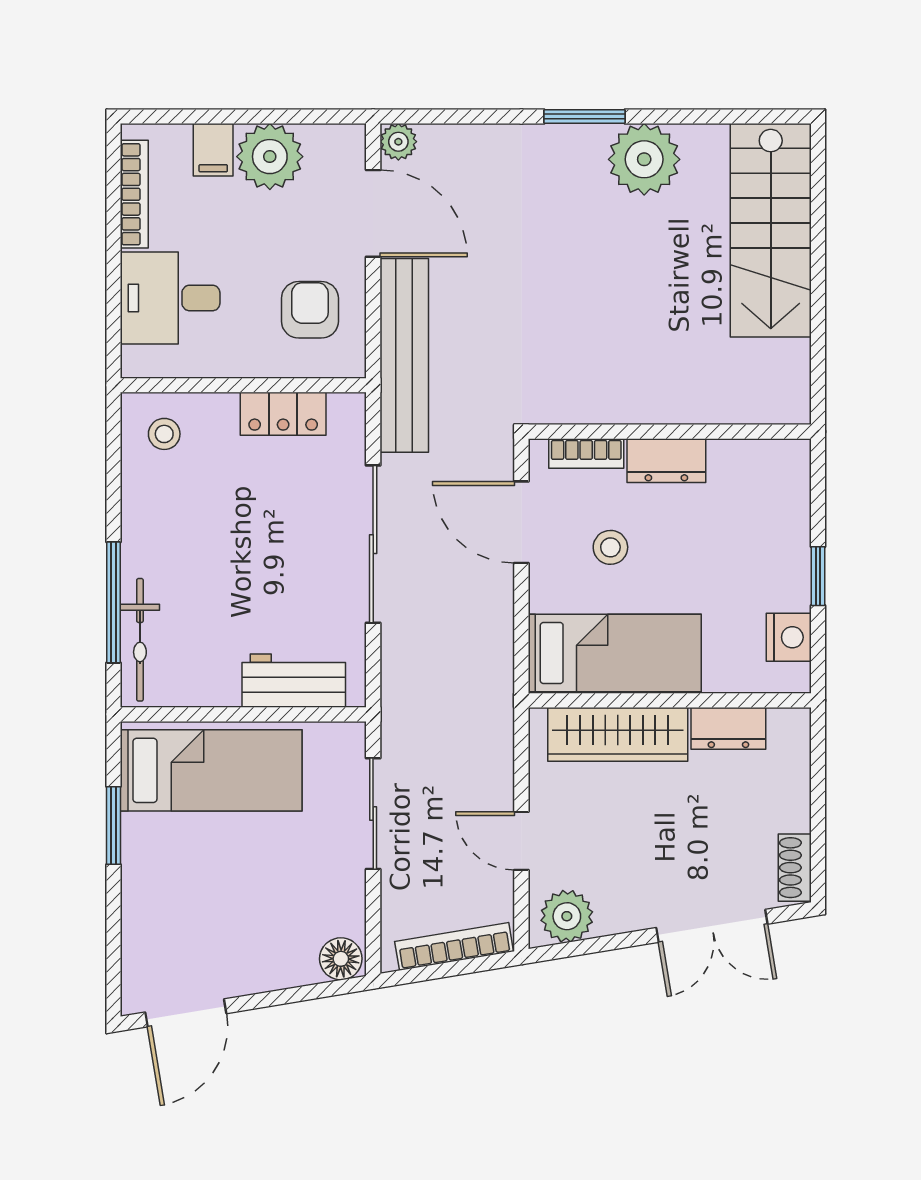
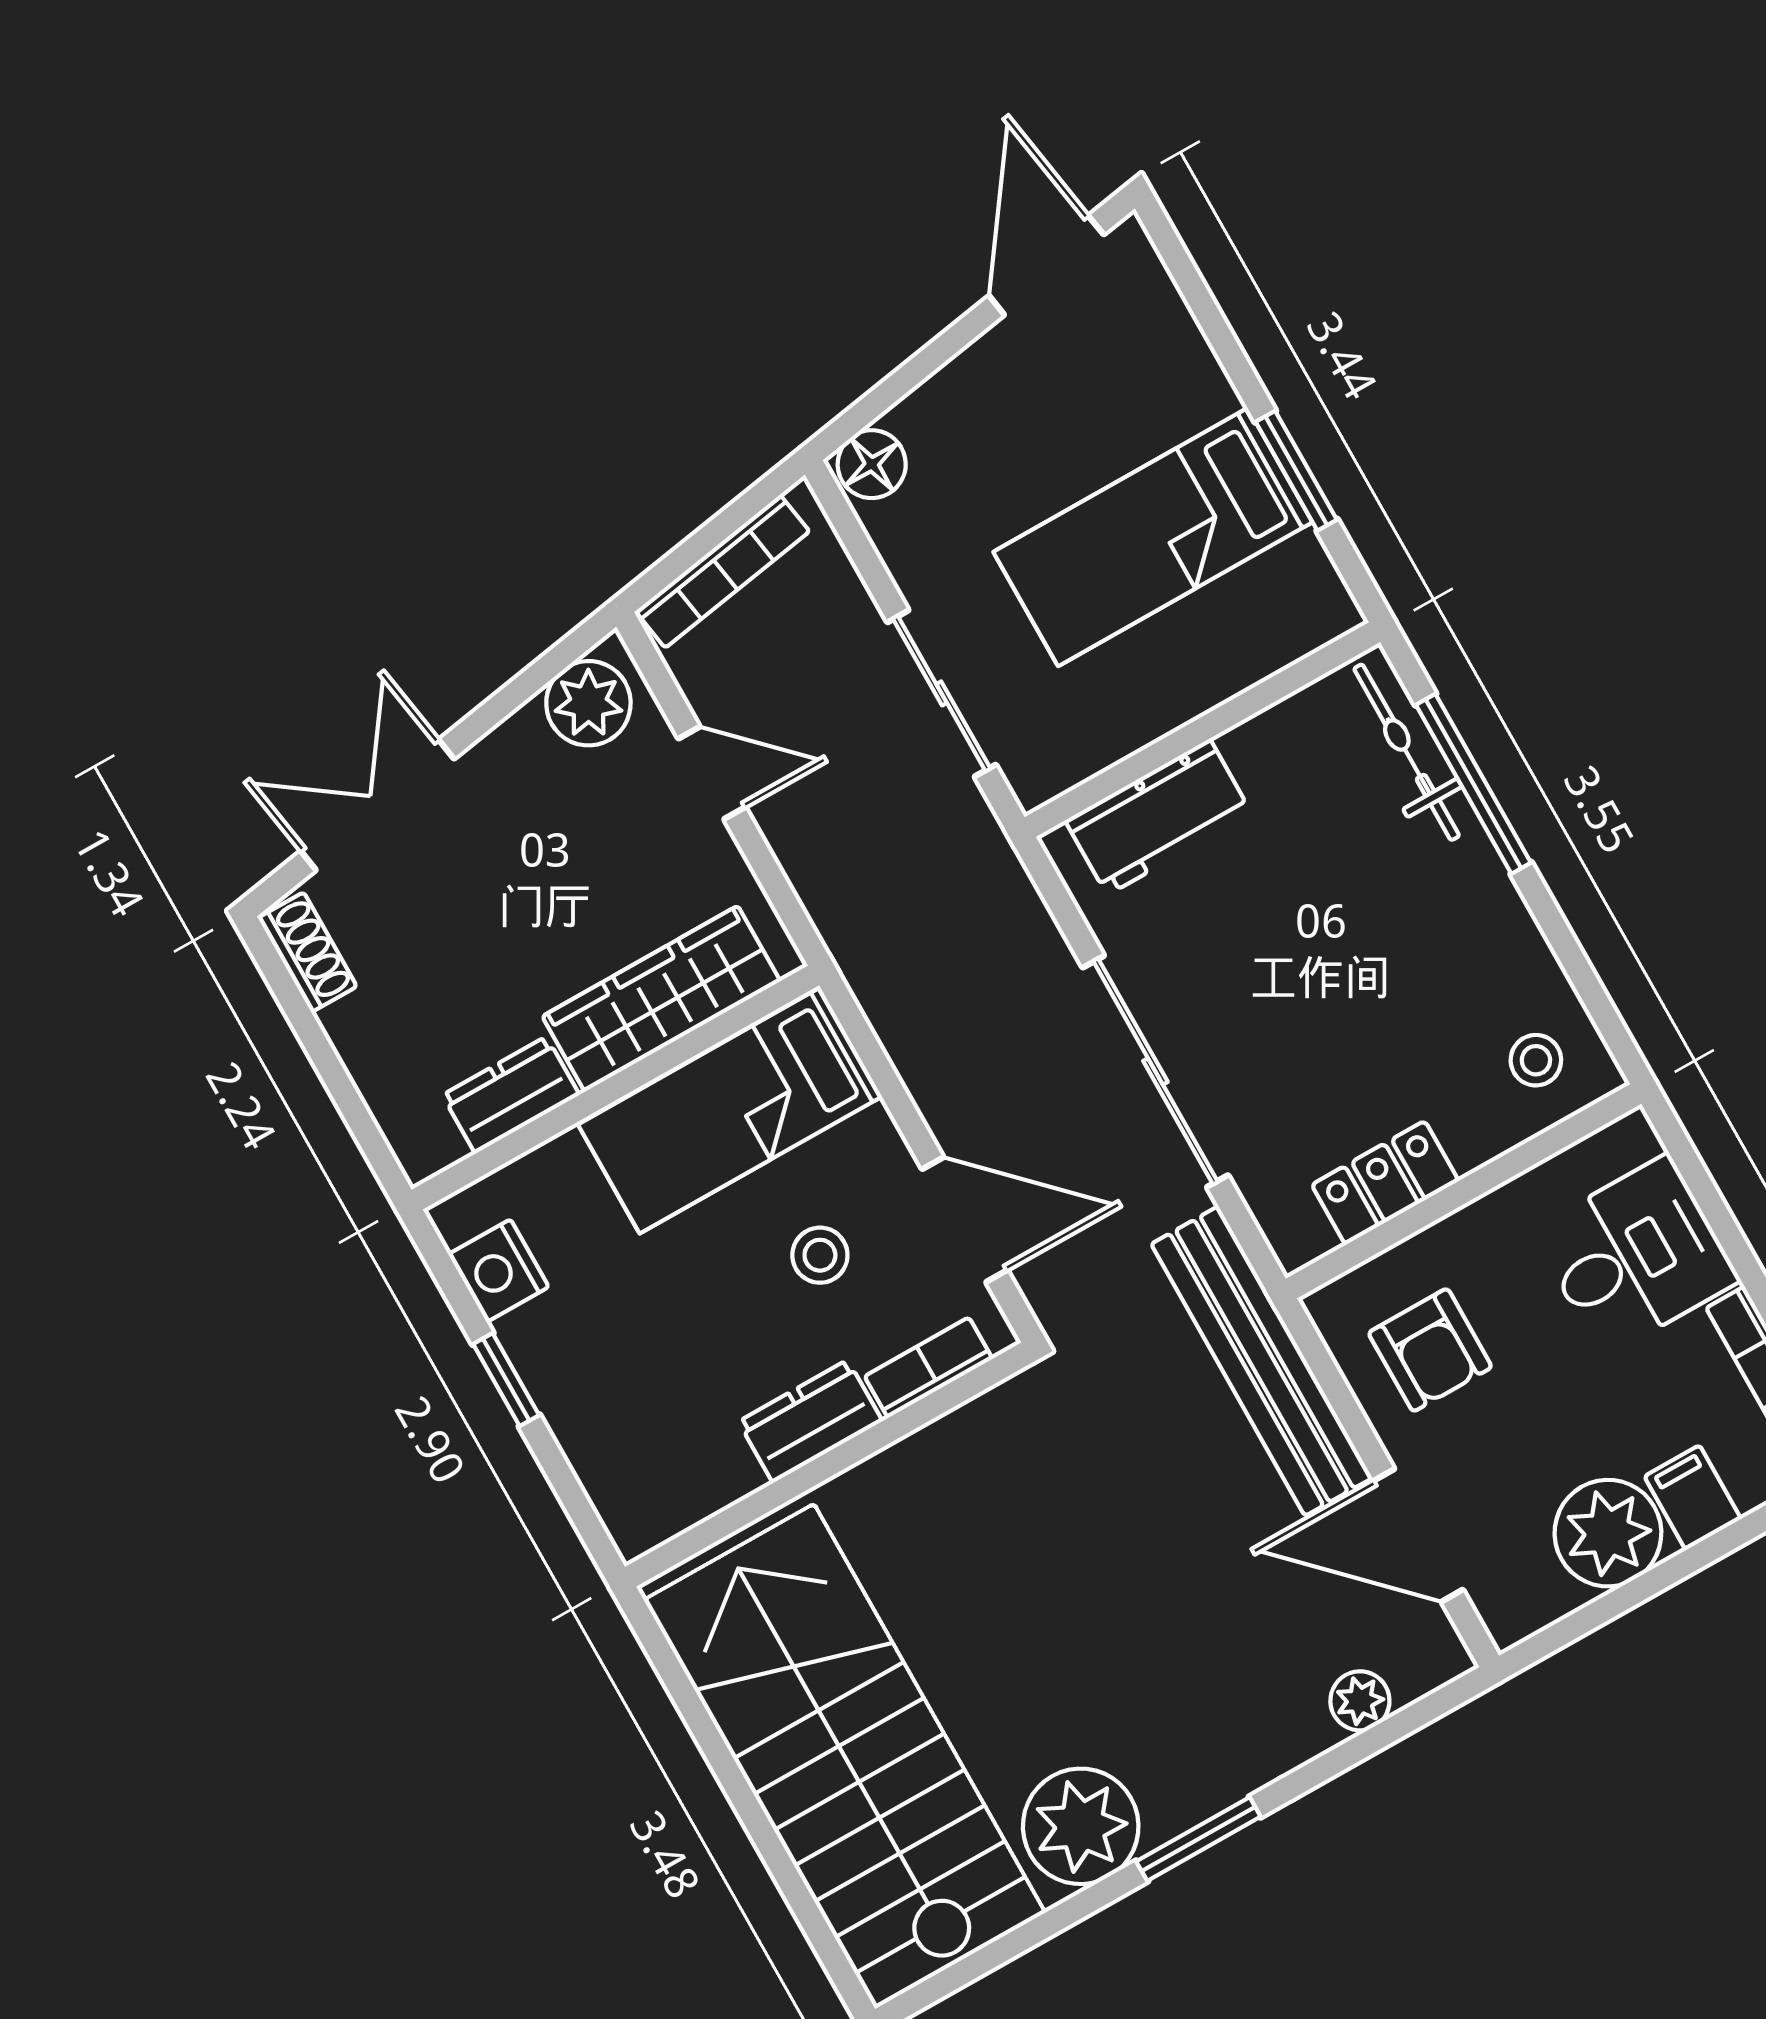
plant: (398, 142) -> (1360, 1701), moved
stairs: (771, 230) -> (845, 1756), width x1.36, depth x1.51
bed: (211, 770) -> (1153, 537), moved

